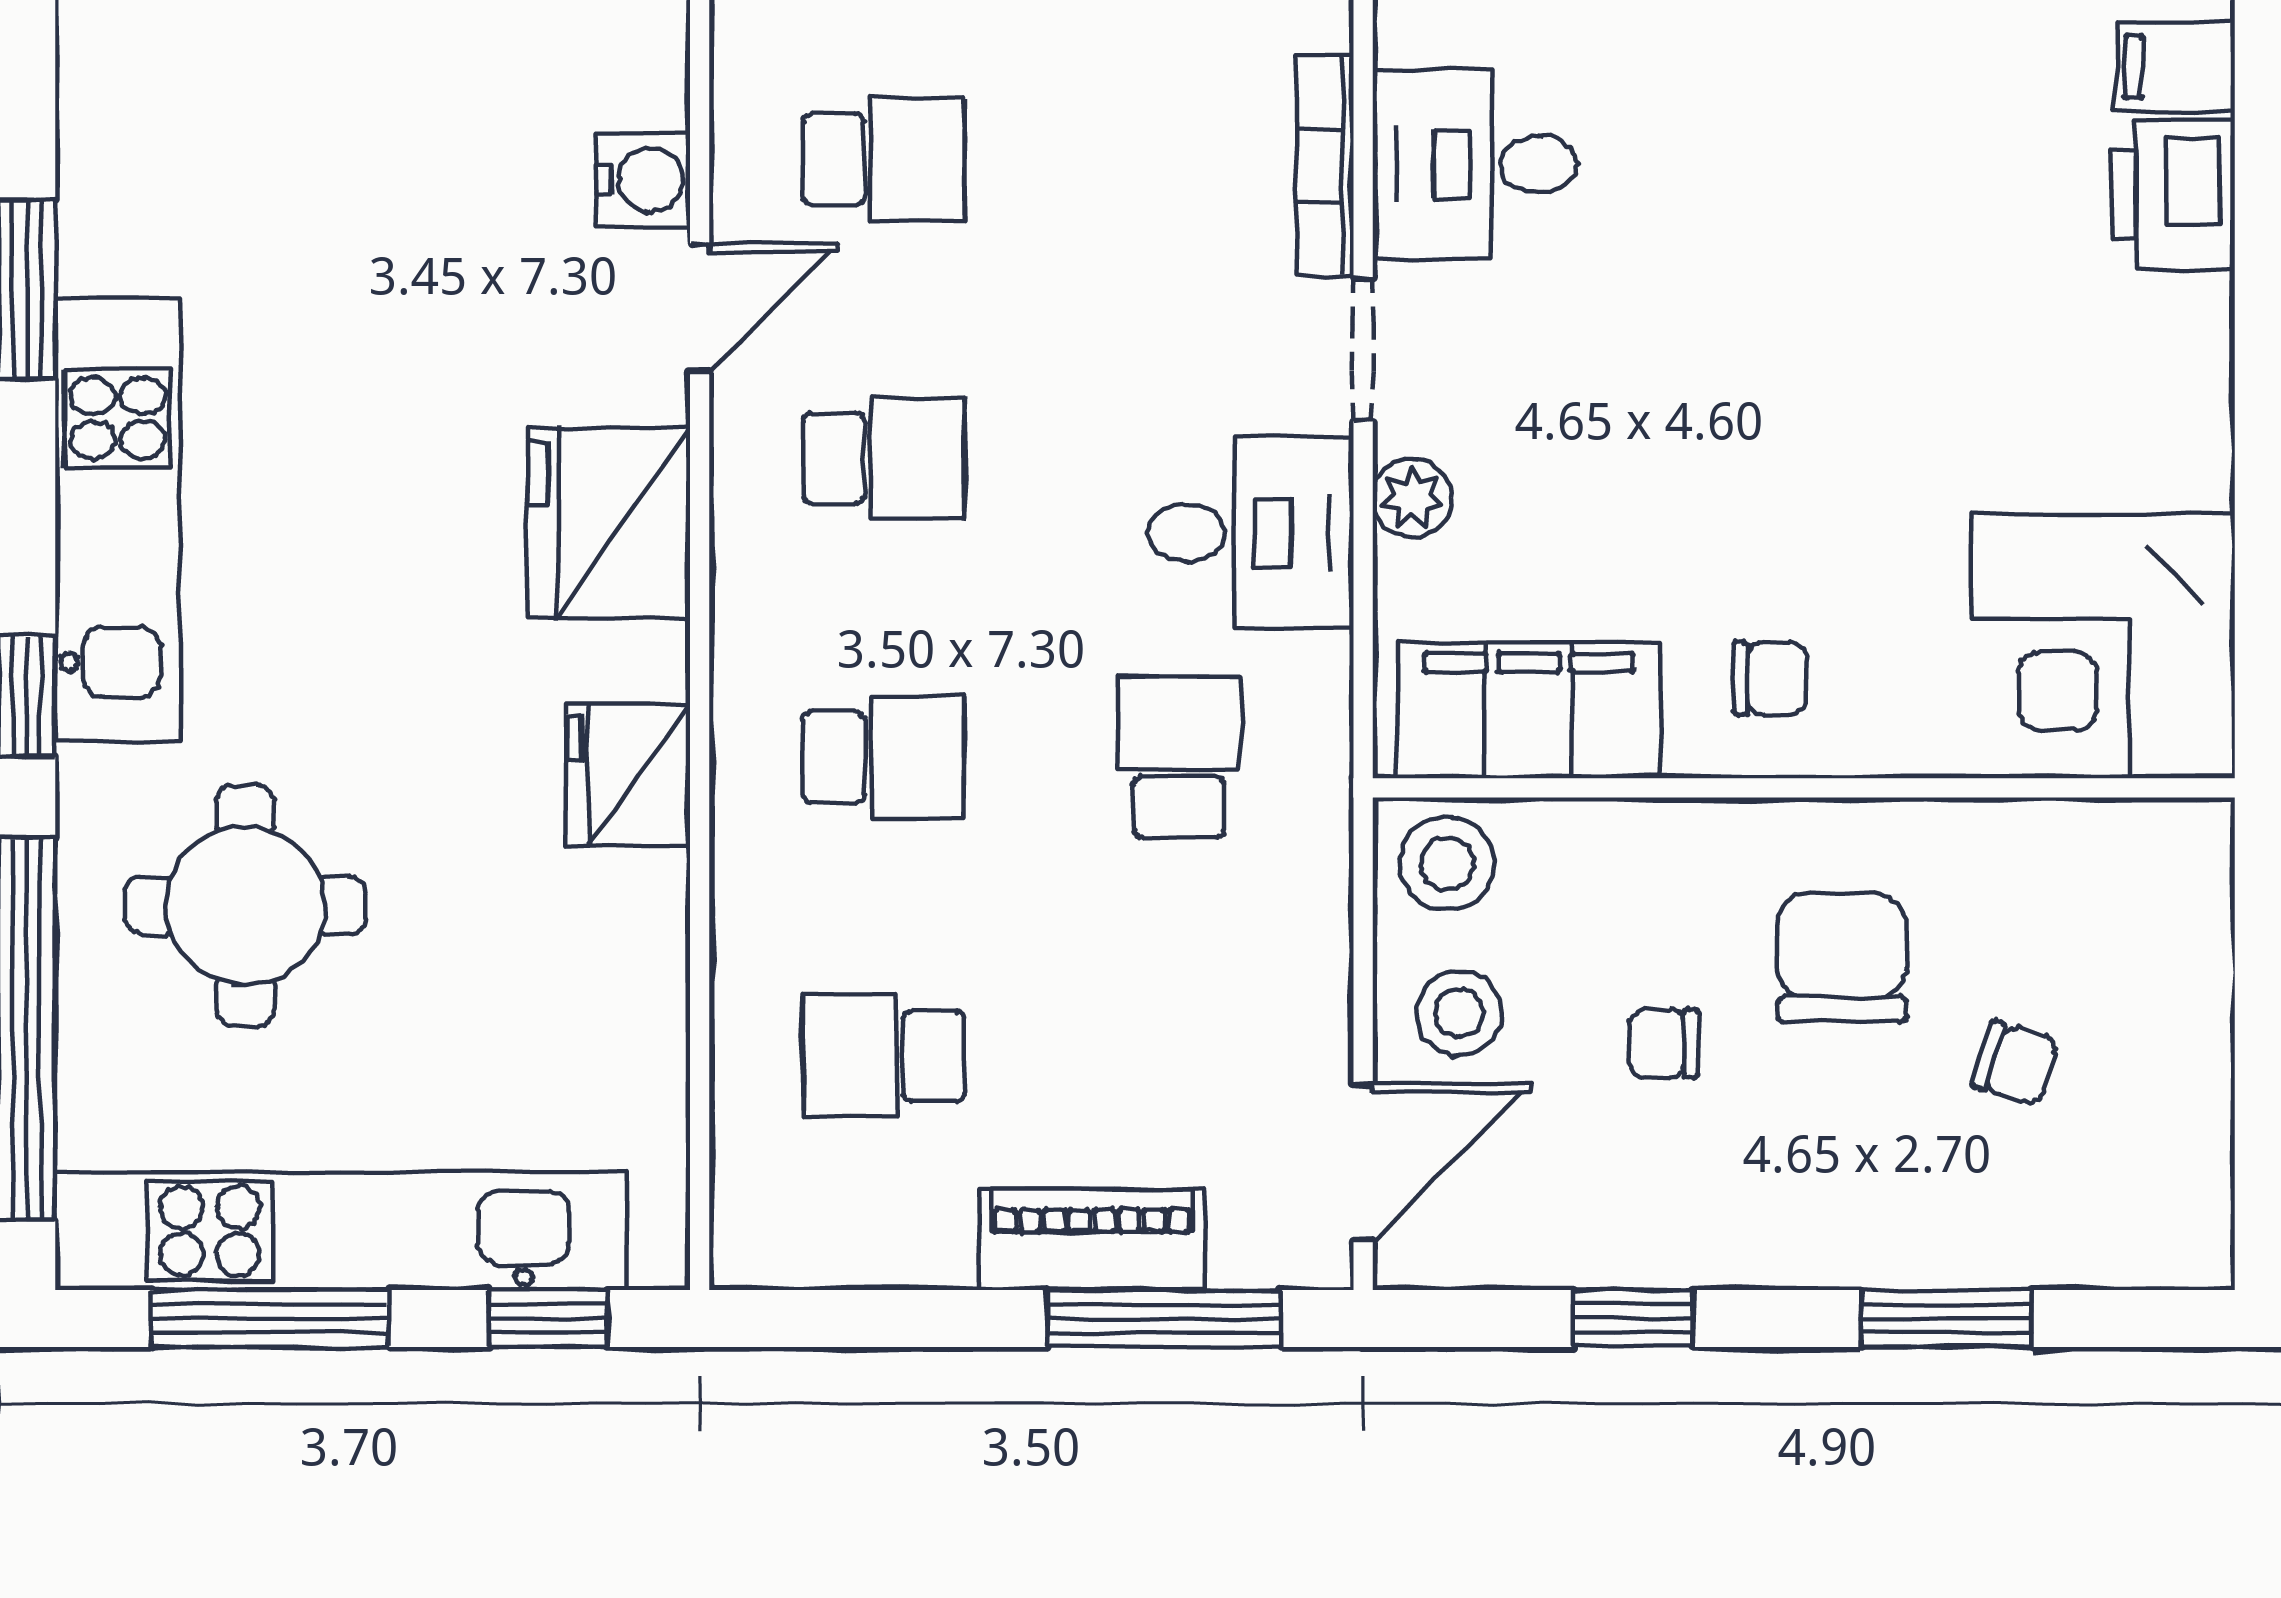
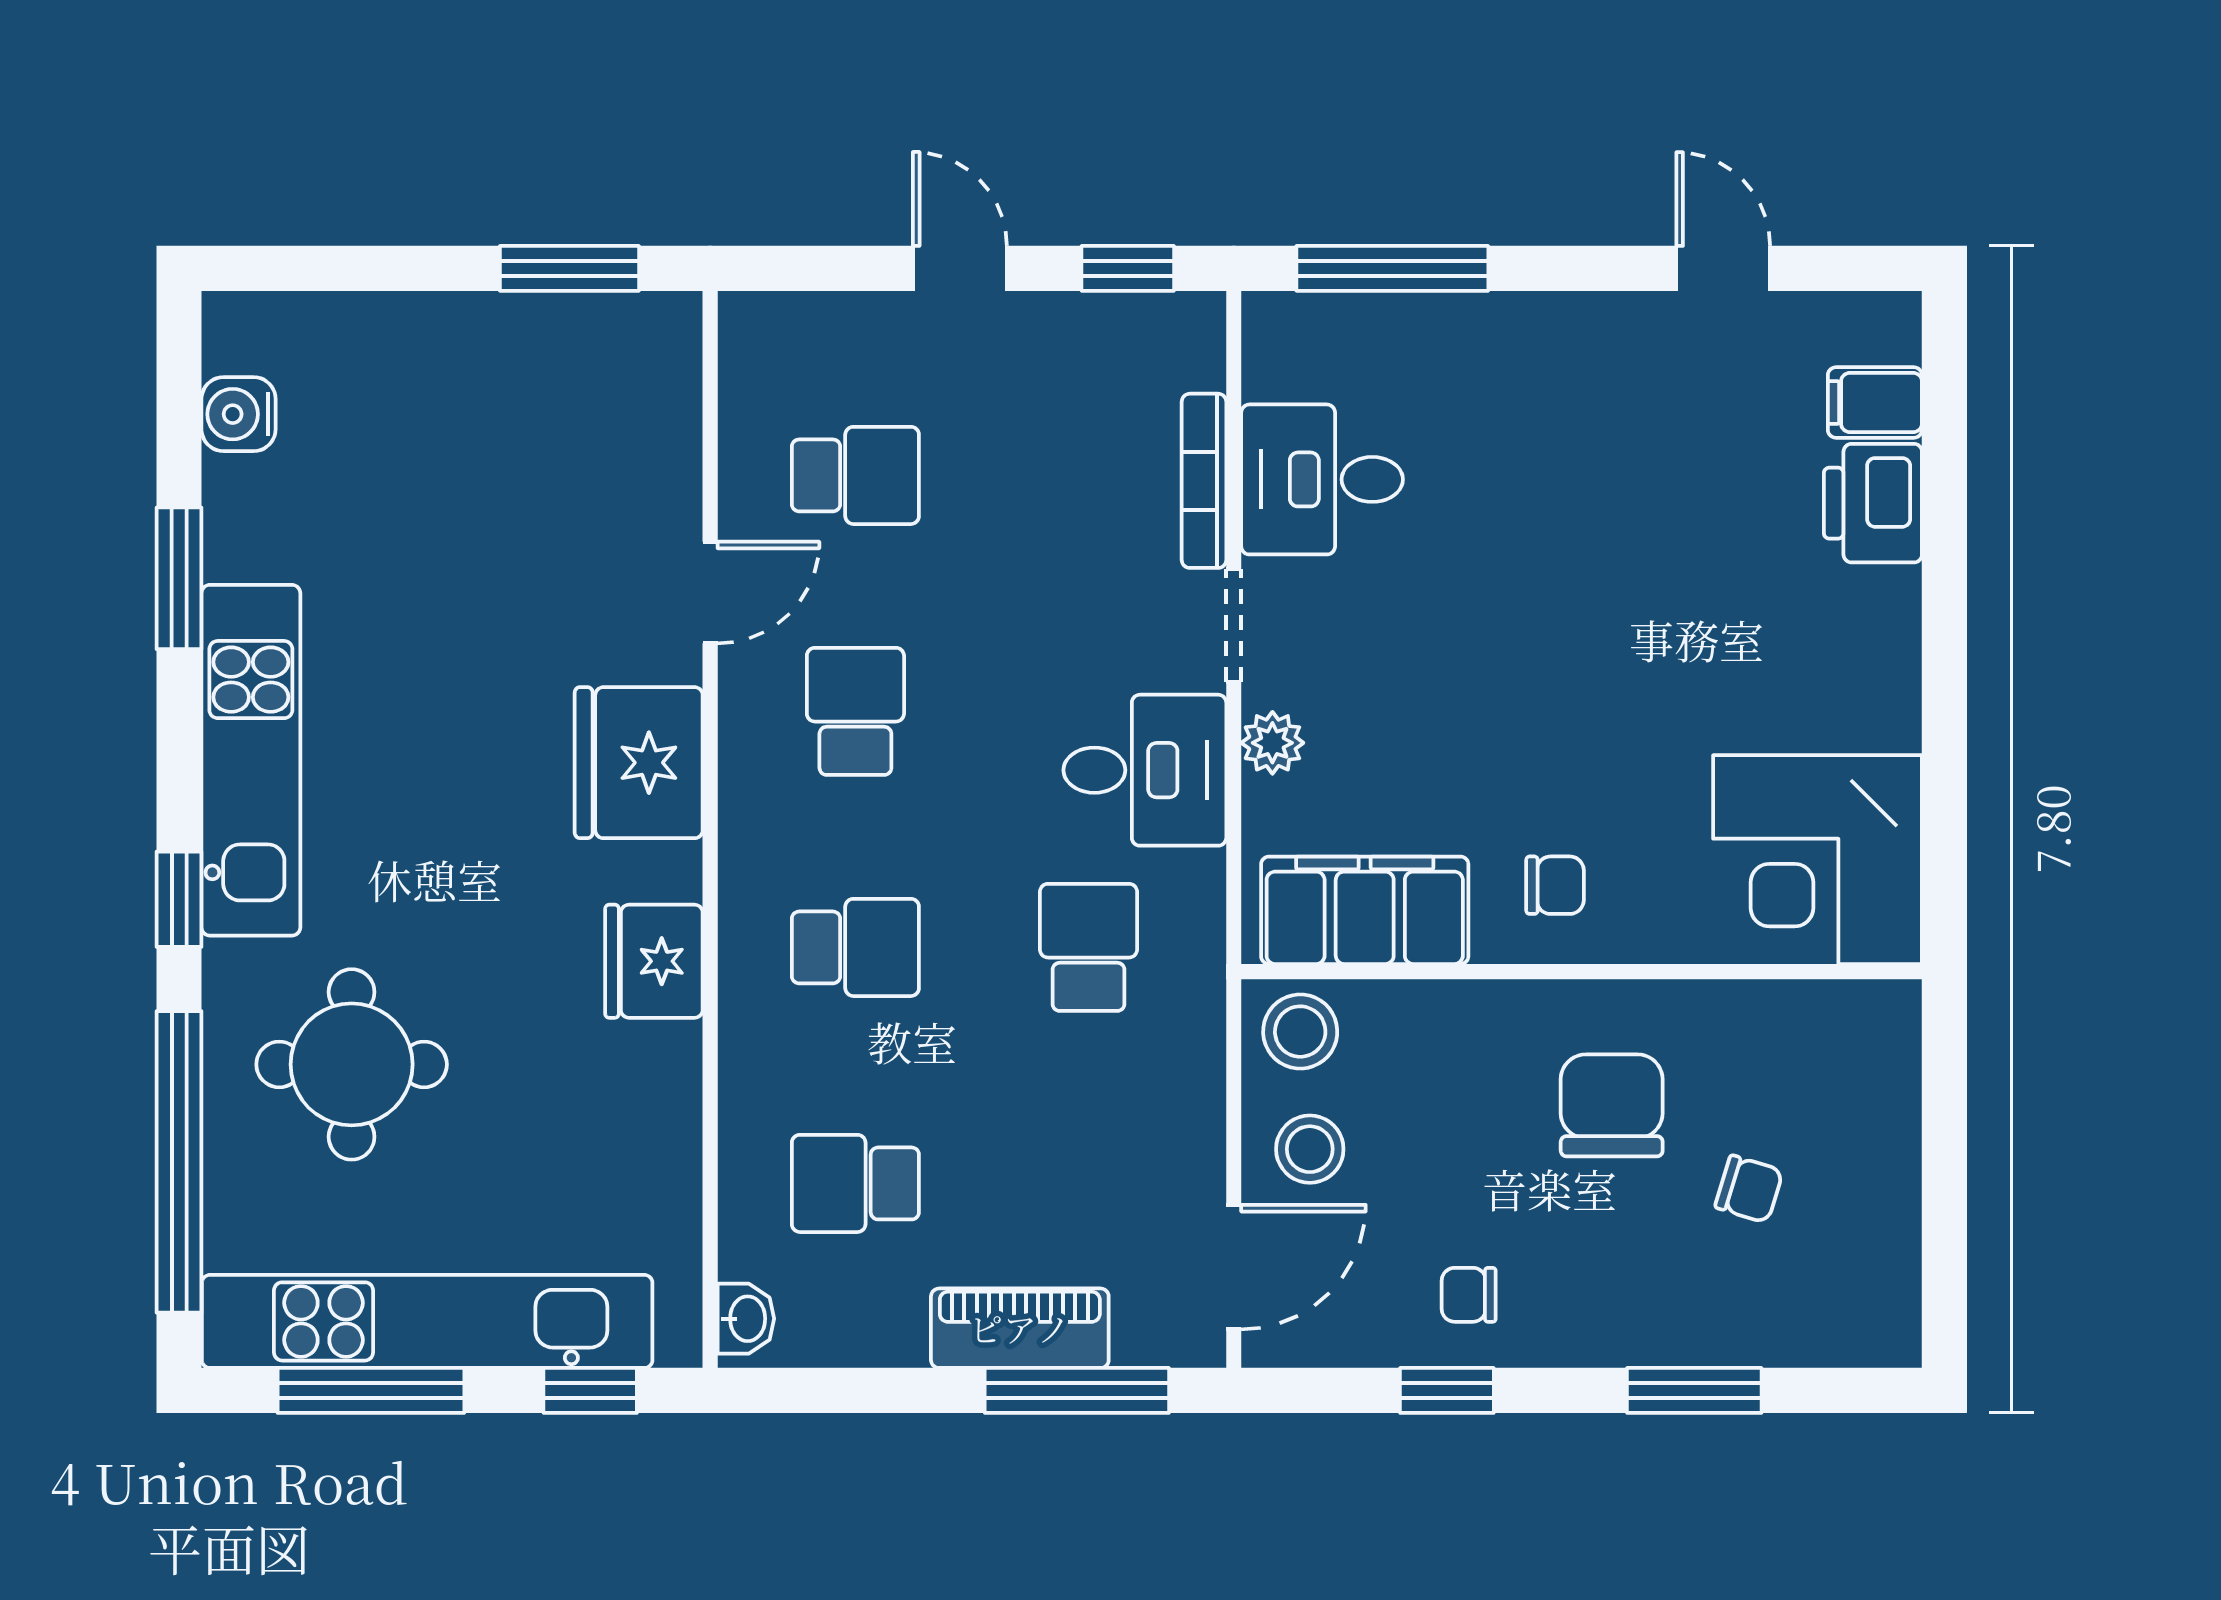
water cooler: (643, 179) -> (239, 414), moved, turned 180
school desk: (884, 458) -> (855, 711), turned -90
chair: (1663, 1043) -> (1469, 1295), moved
washbasin: (745, 1228) -> (746, 1319), added

